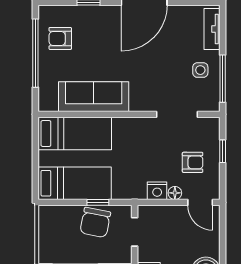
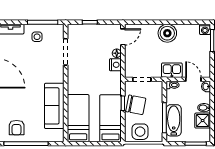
armchair: (193, 162) -> (97, 42), removed
side table: (54, 229) -> (140, 132), added

